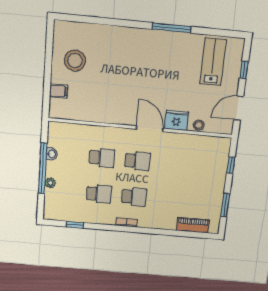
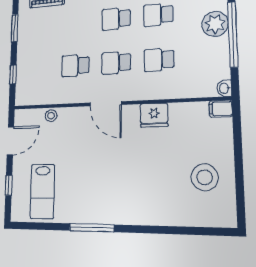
filing cabinet: (59, 91) -> (221, 109), moved
fridge: (176, 120) -> (154, 115), moved
washbasin: (52, 154) -> (224, 88), moved
school desk: (173, 164) -> (75, 66), added
plant: (50, 183) -> (215, 24), width x1.88, depth x1.88

